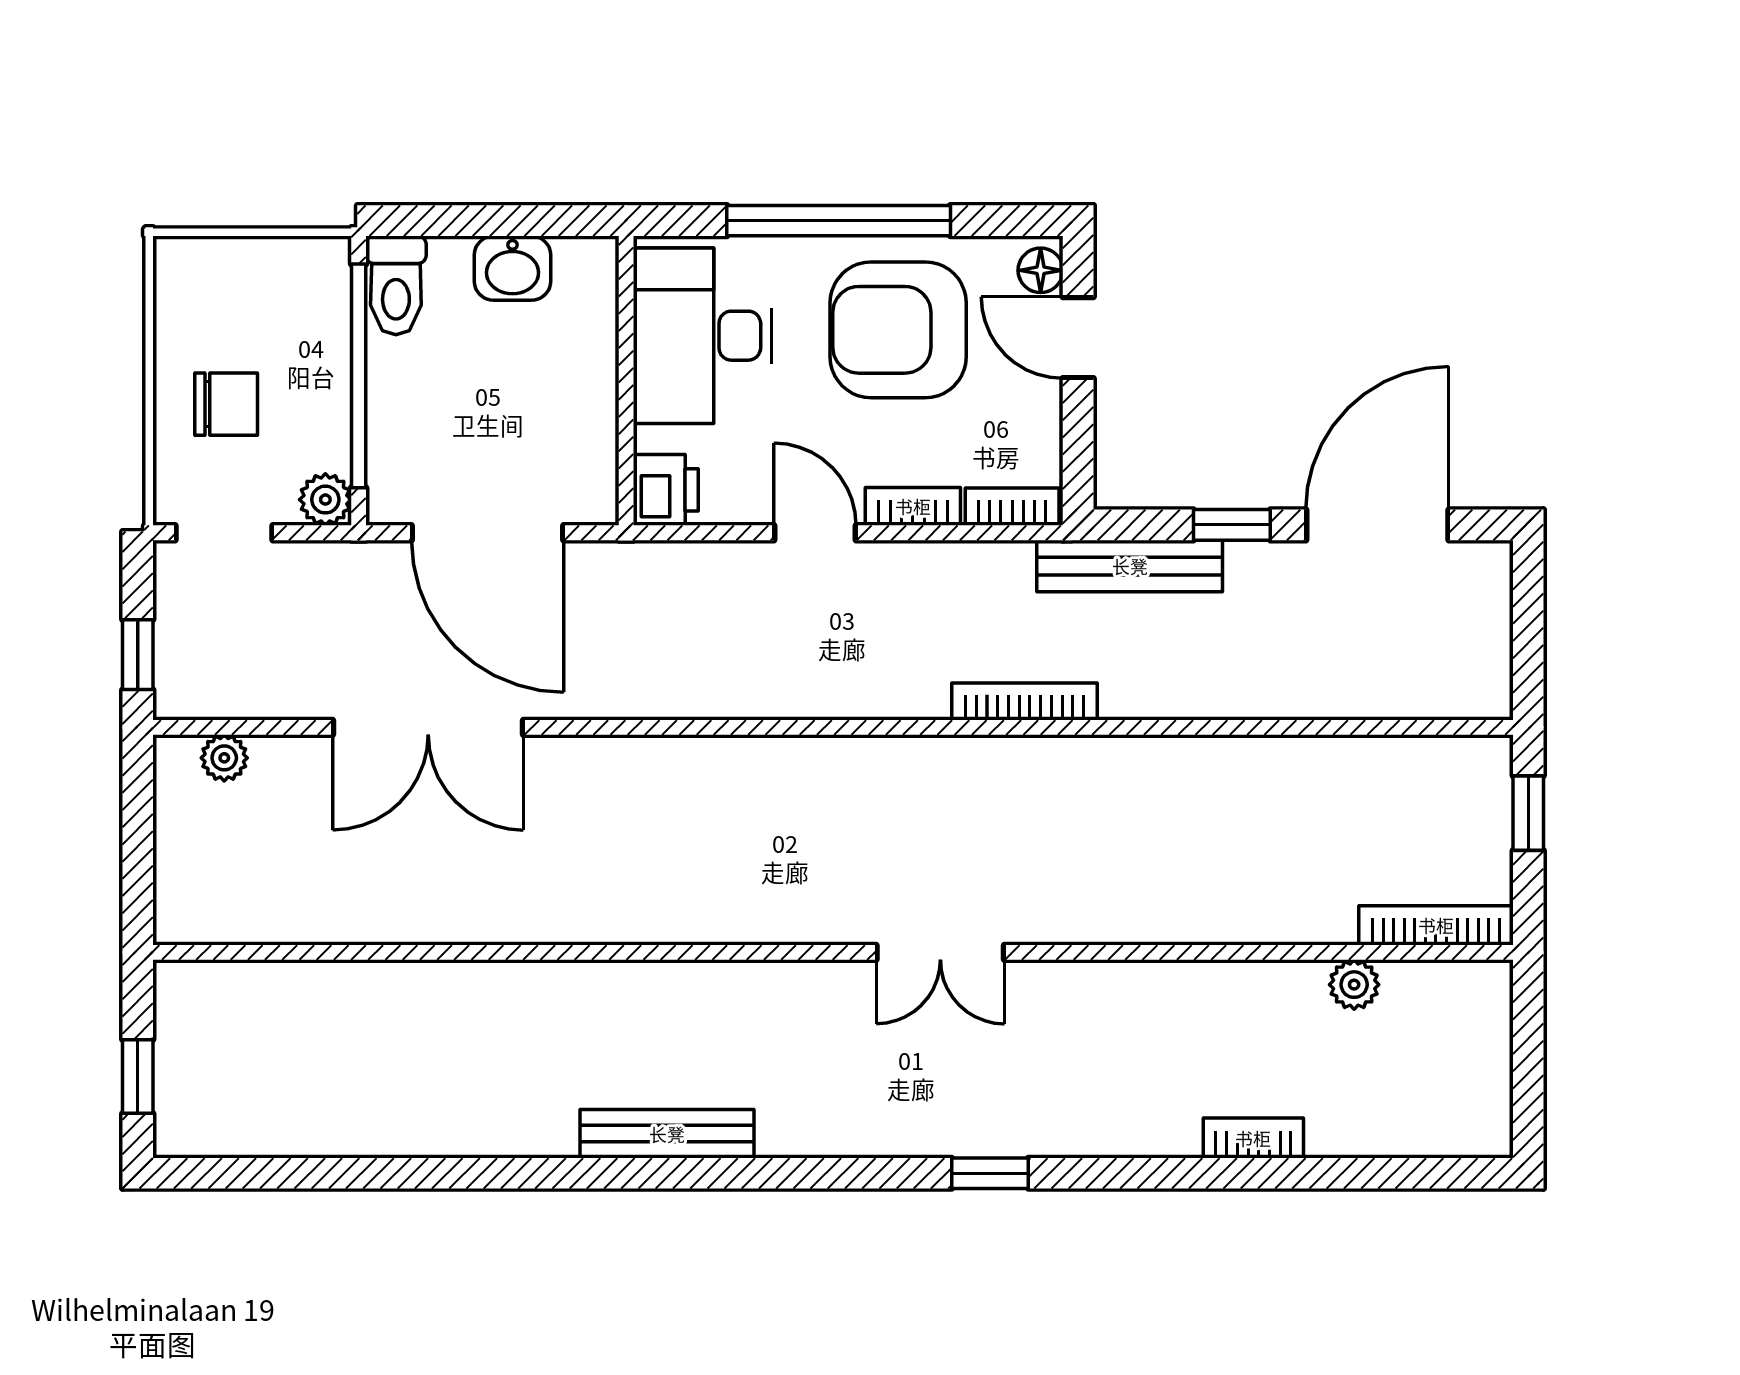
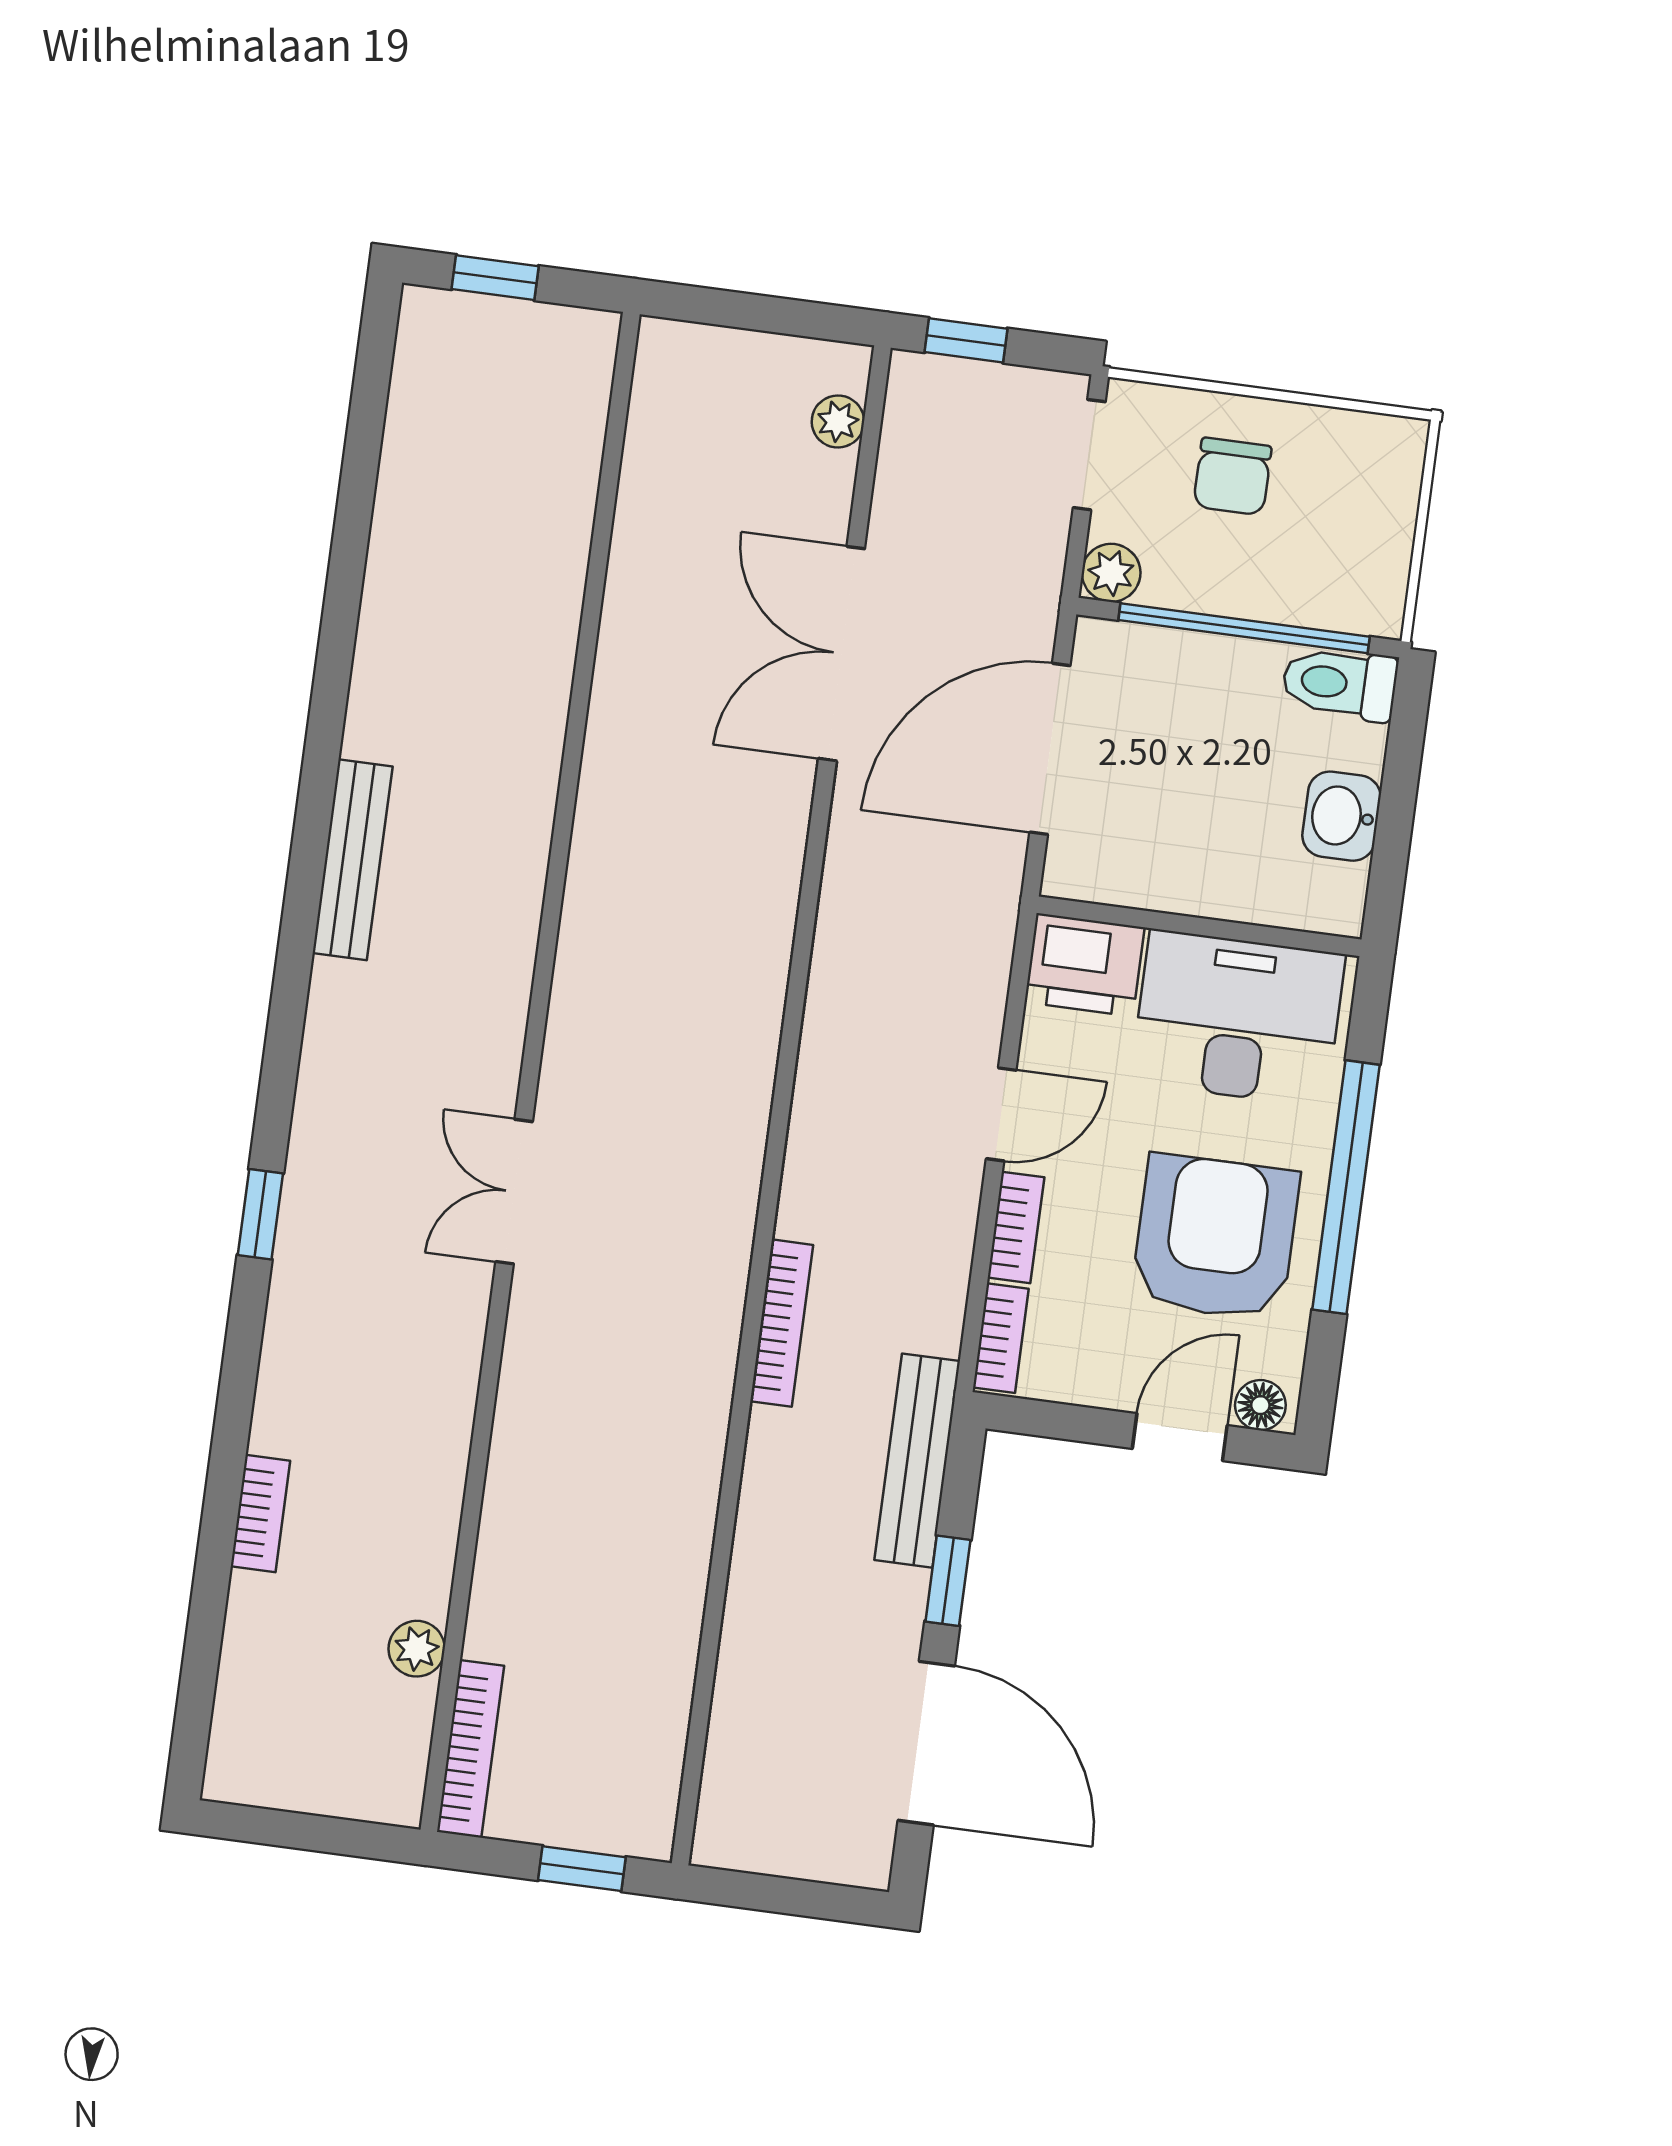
printer: (666, 490) -> (1085, 965), width x1.36, depth x1.24

